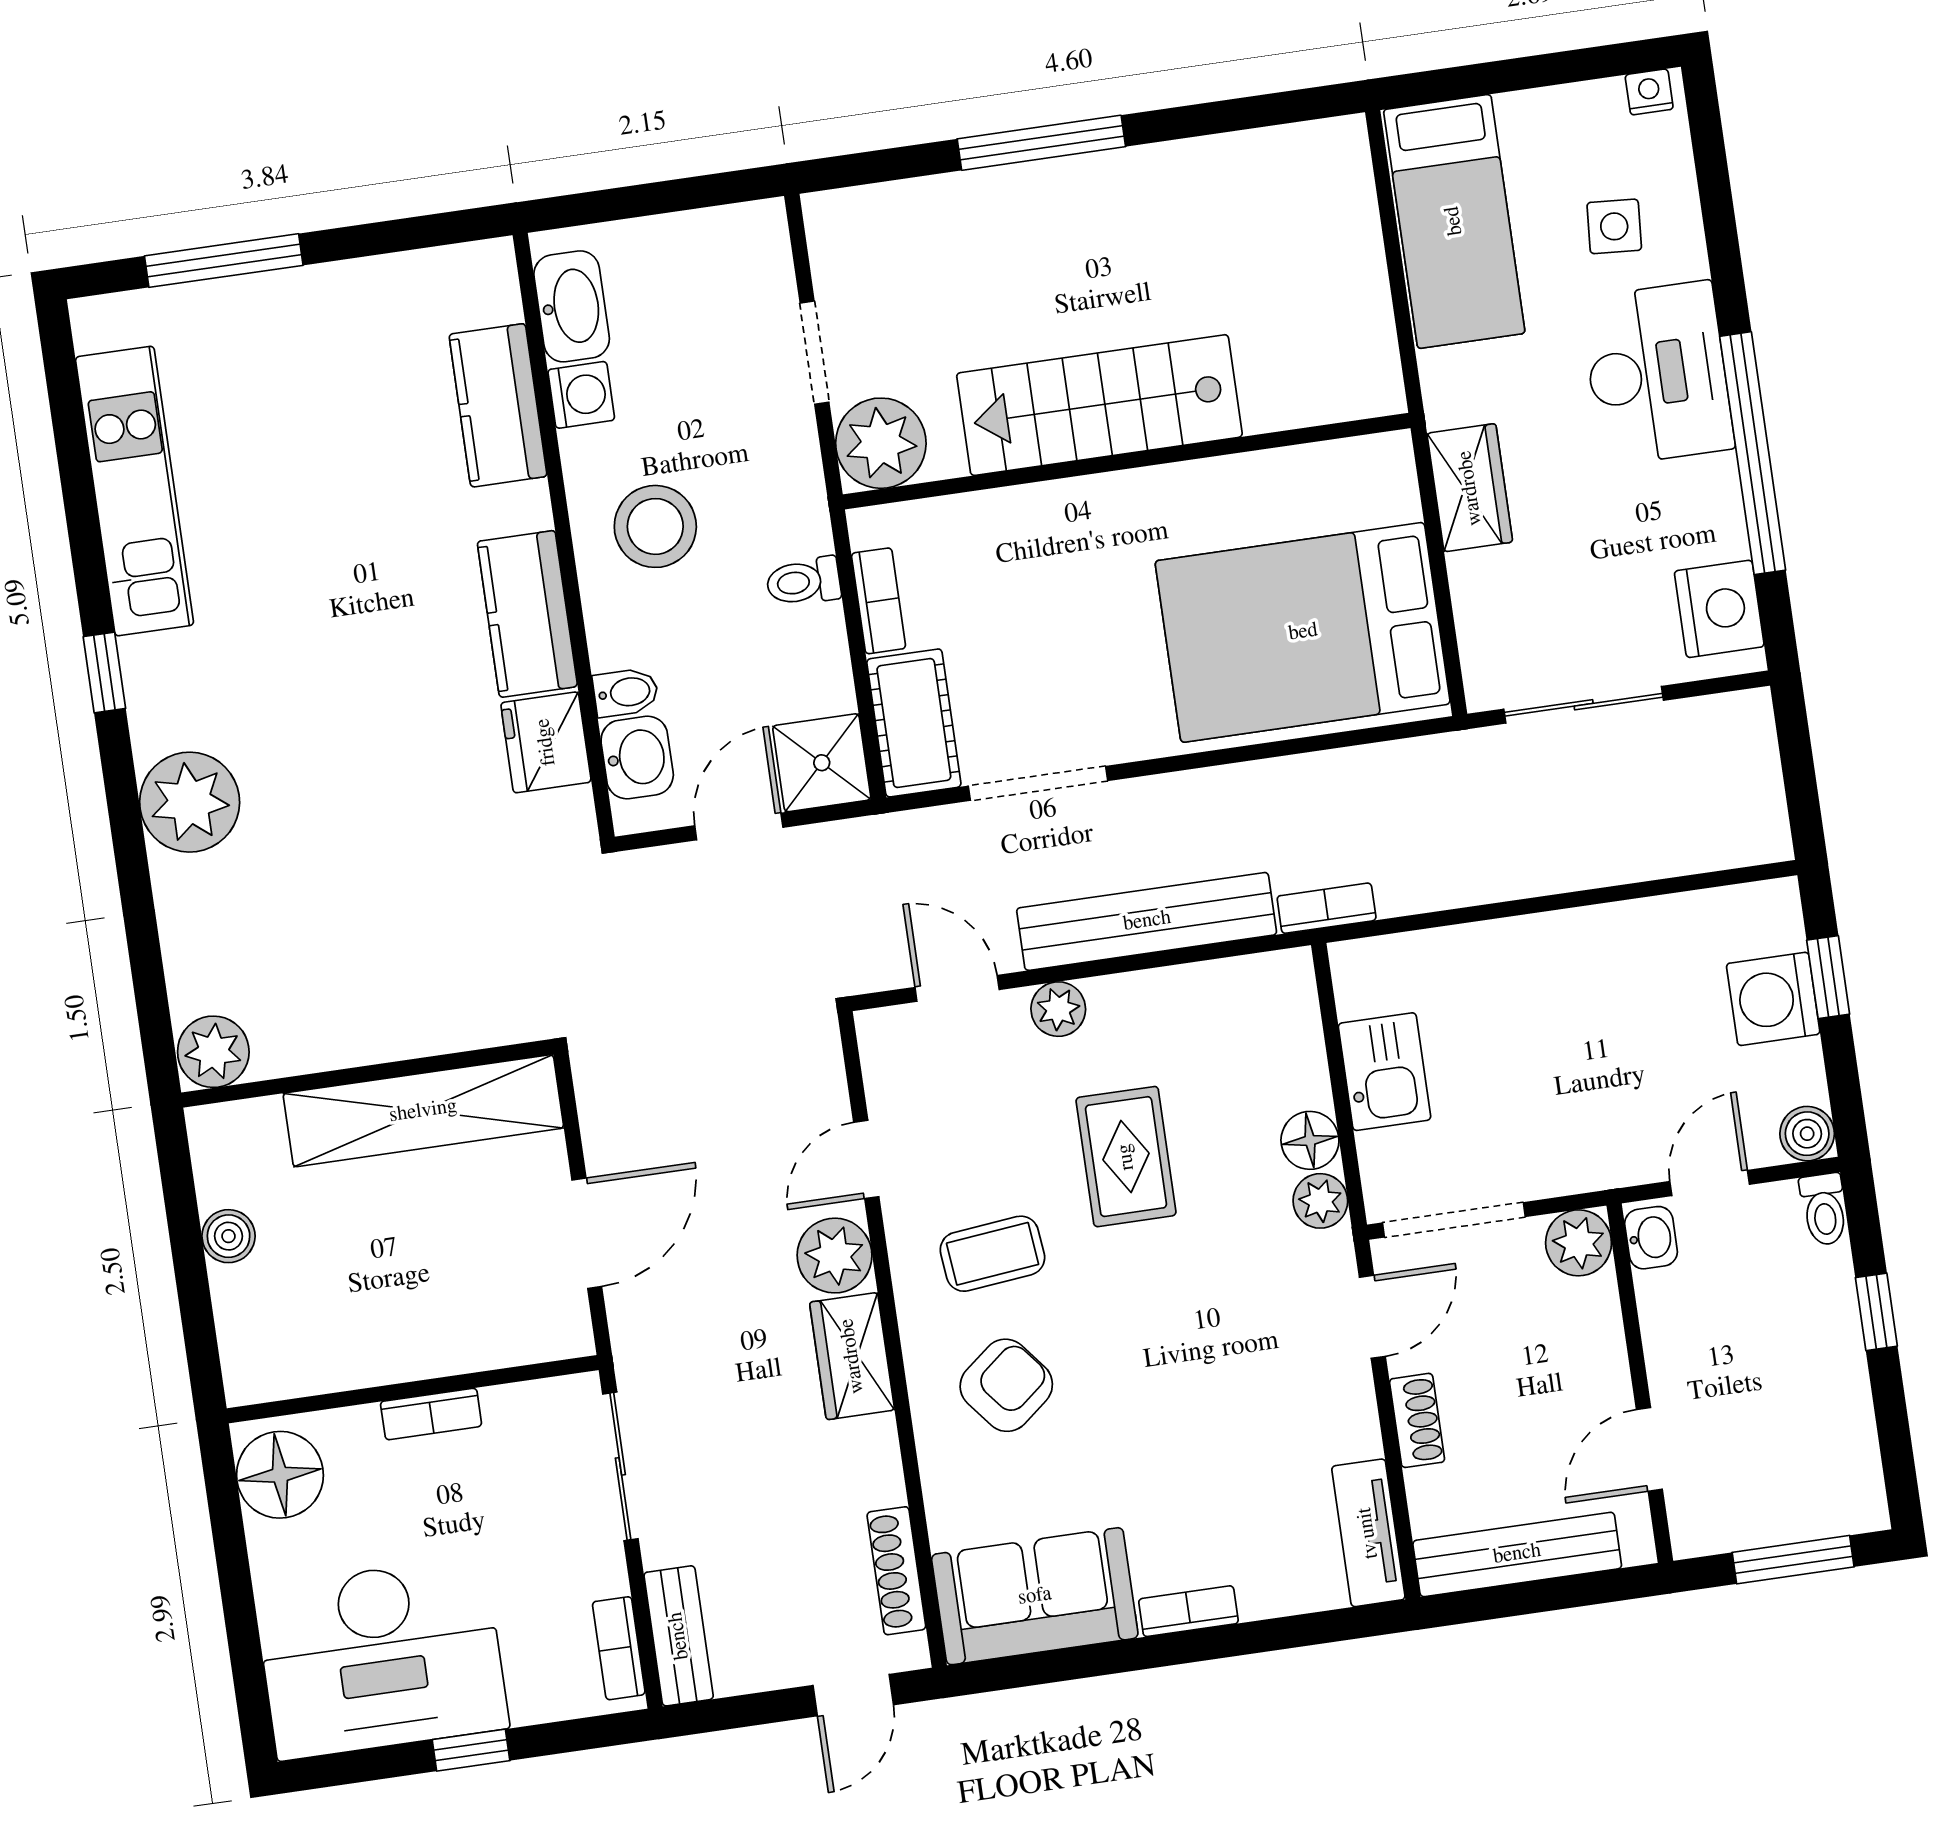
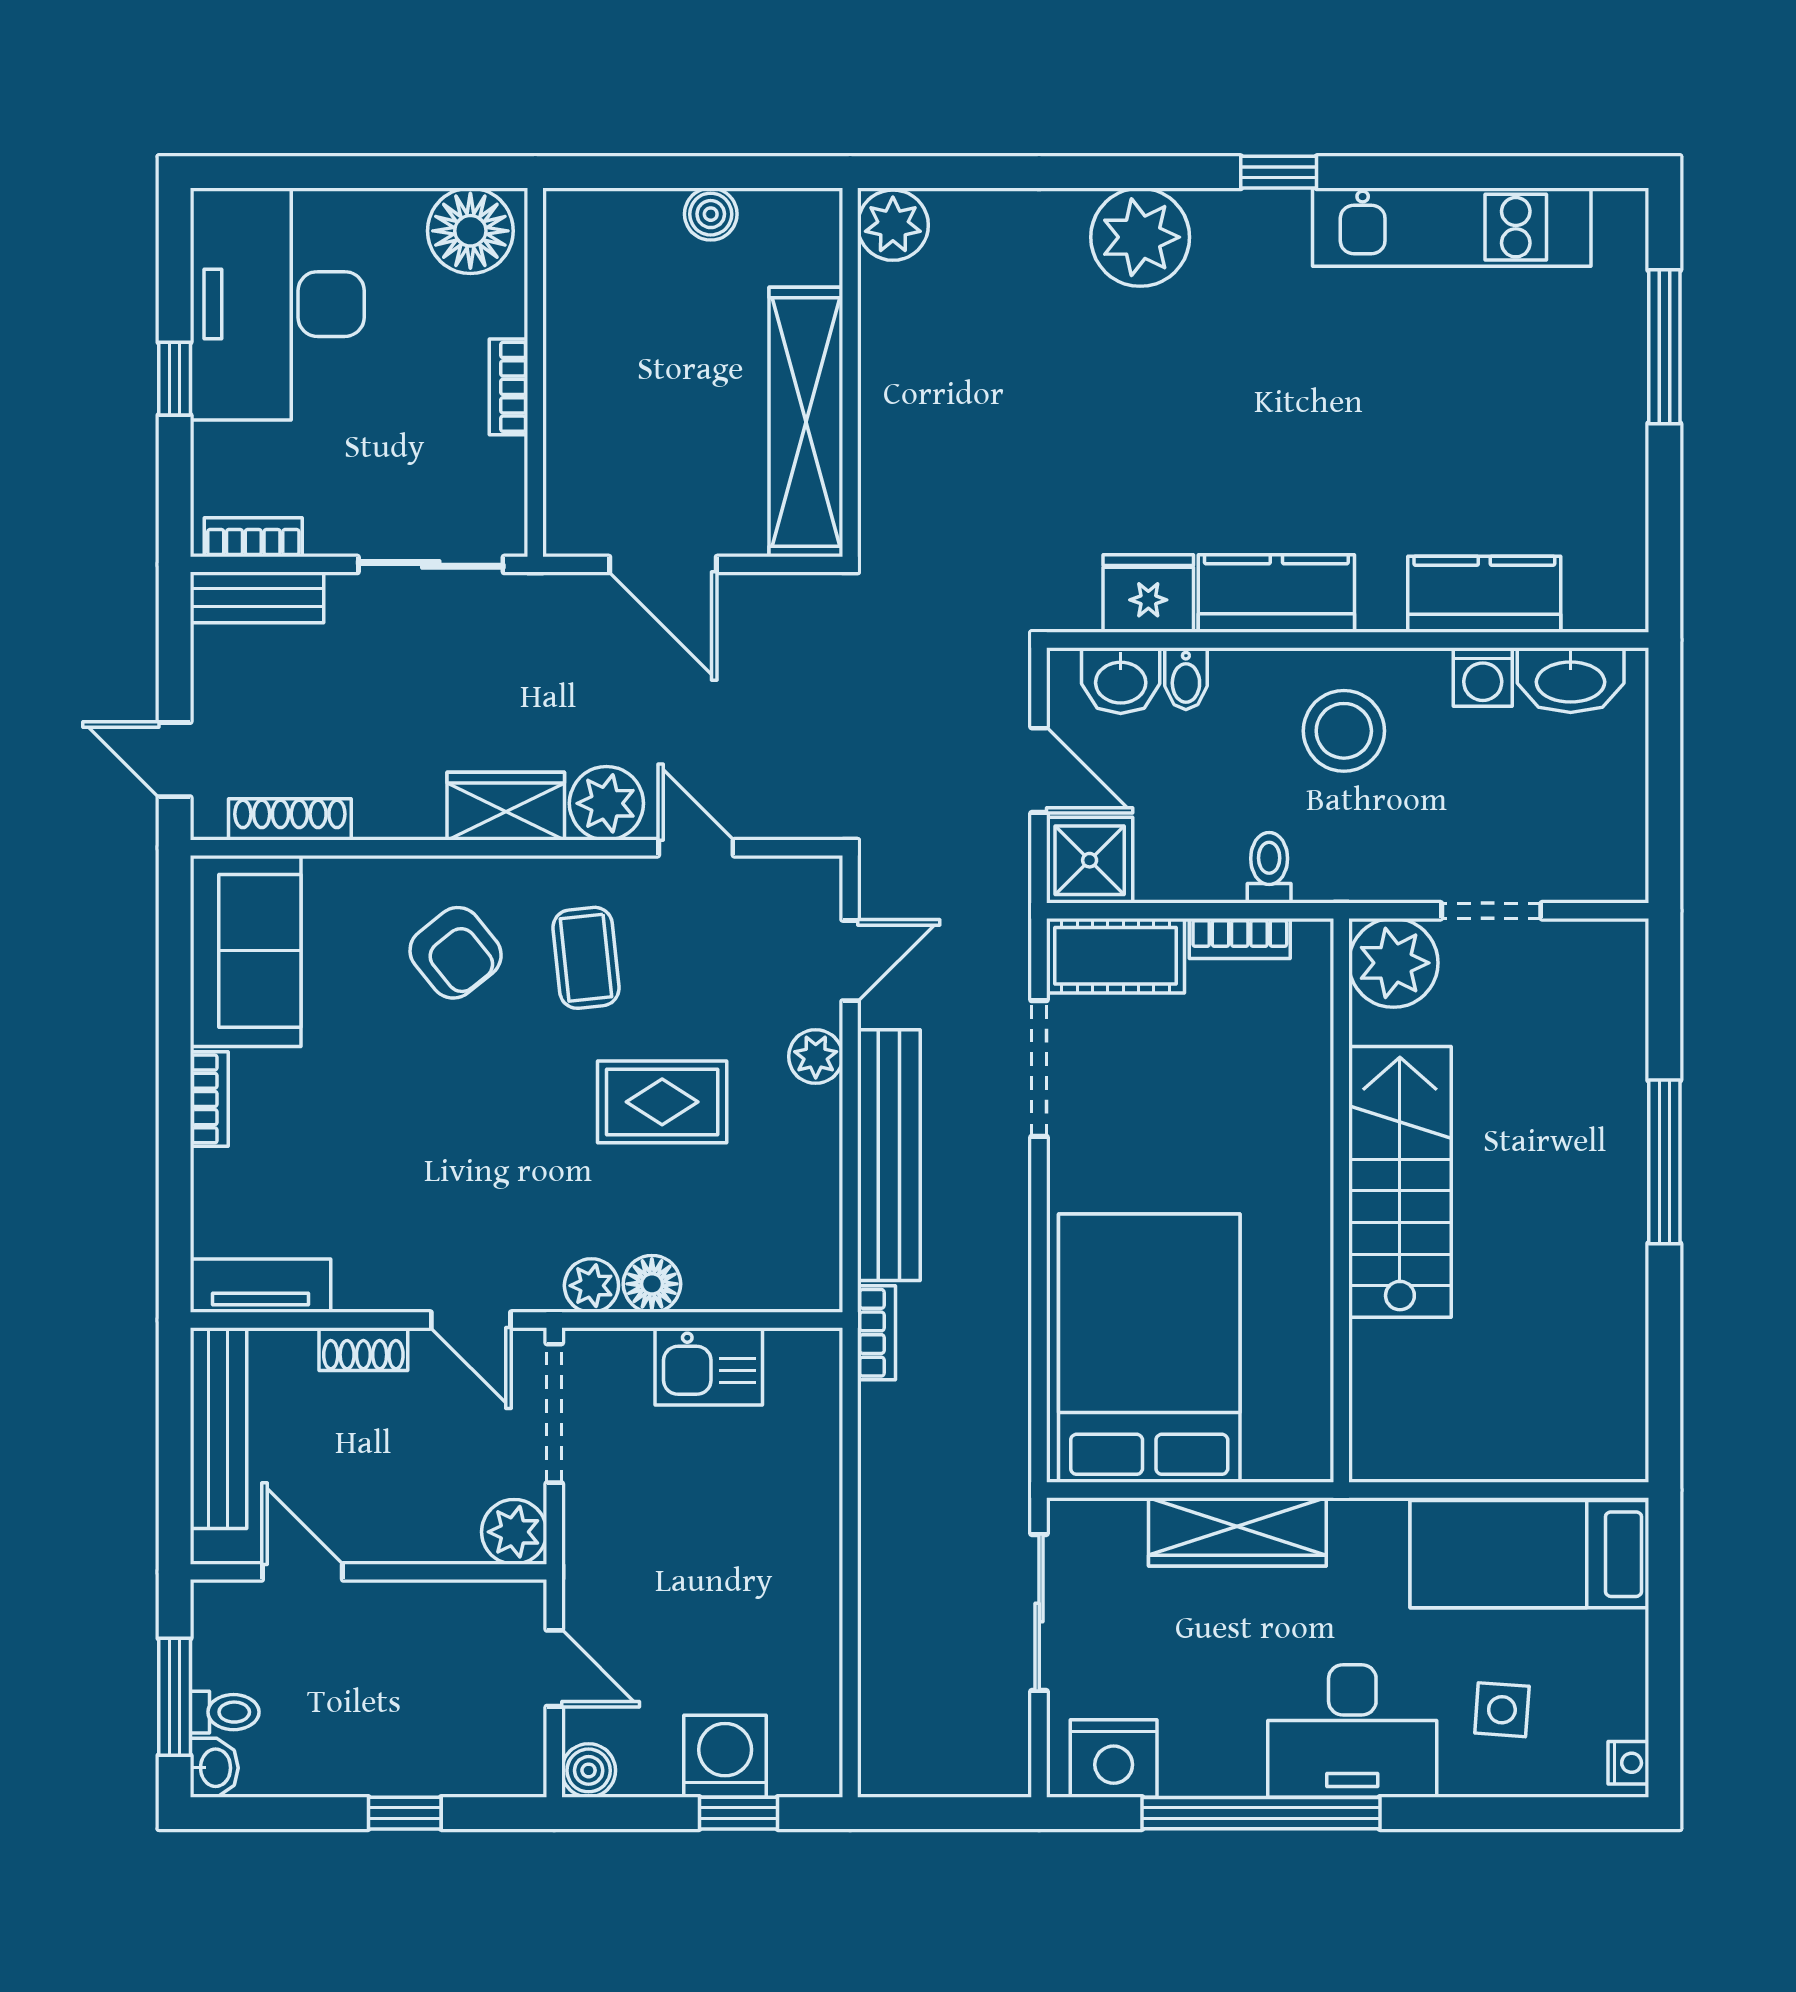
wardrobe: (1470, 488) -> (1237, 1532), width x1.50
toilet: (1824, 1209) -> (225, 1712), moved, turned 180
washbasin: (1651, 1238) -> (214, 1768), moved, turned -90

